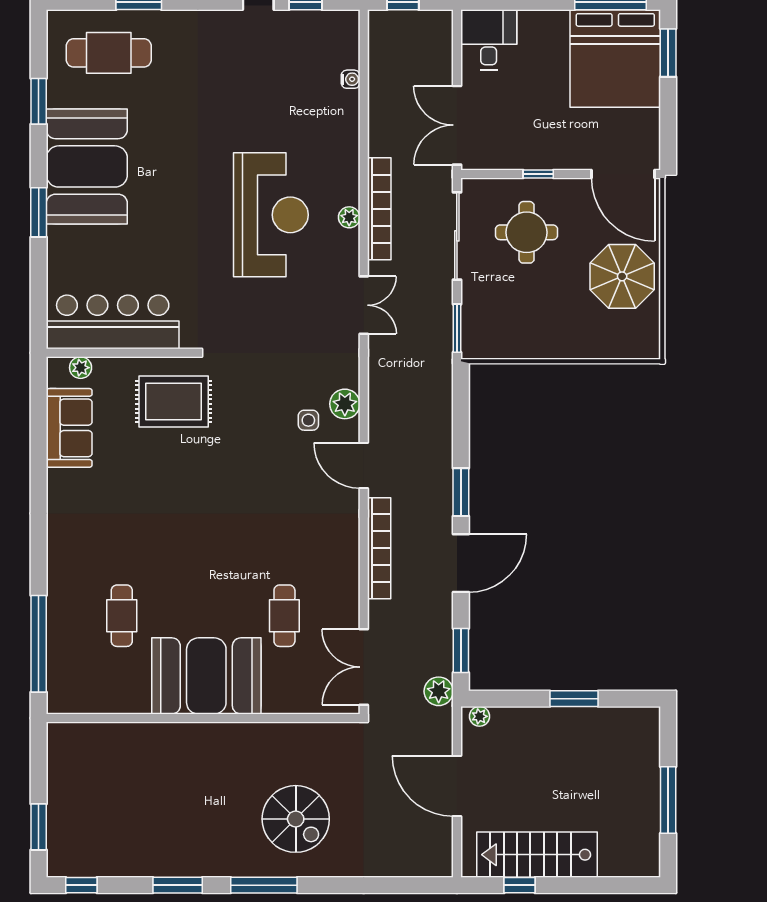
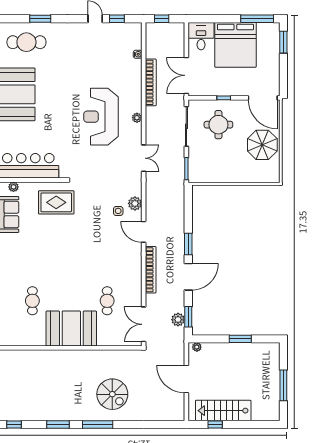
bed: (615, 59) -> (235, 45), moved
bookcase: (379, 209) -> (151, 82), moved
reception desk: (271, 215) -> (101, 117), turned 180
plant: (439, 691) -> (178, 320), moved

